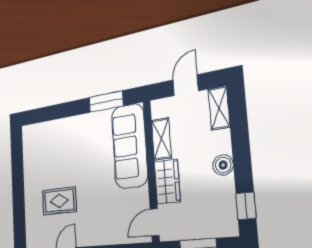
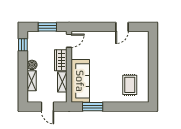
door: (186, 85) -> (48, 107), hinge flipped
shelving: (219, 108) -> (32, 81), moved
rug: (59, 201) -> (130, 85), moved, turned 90

